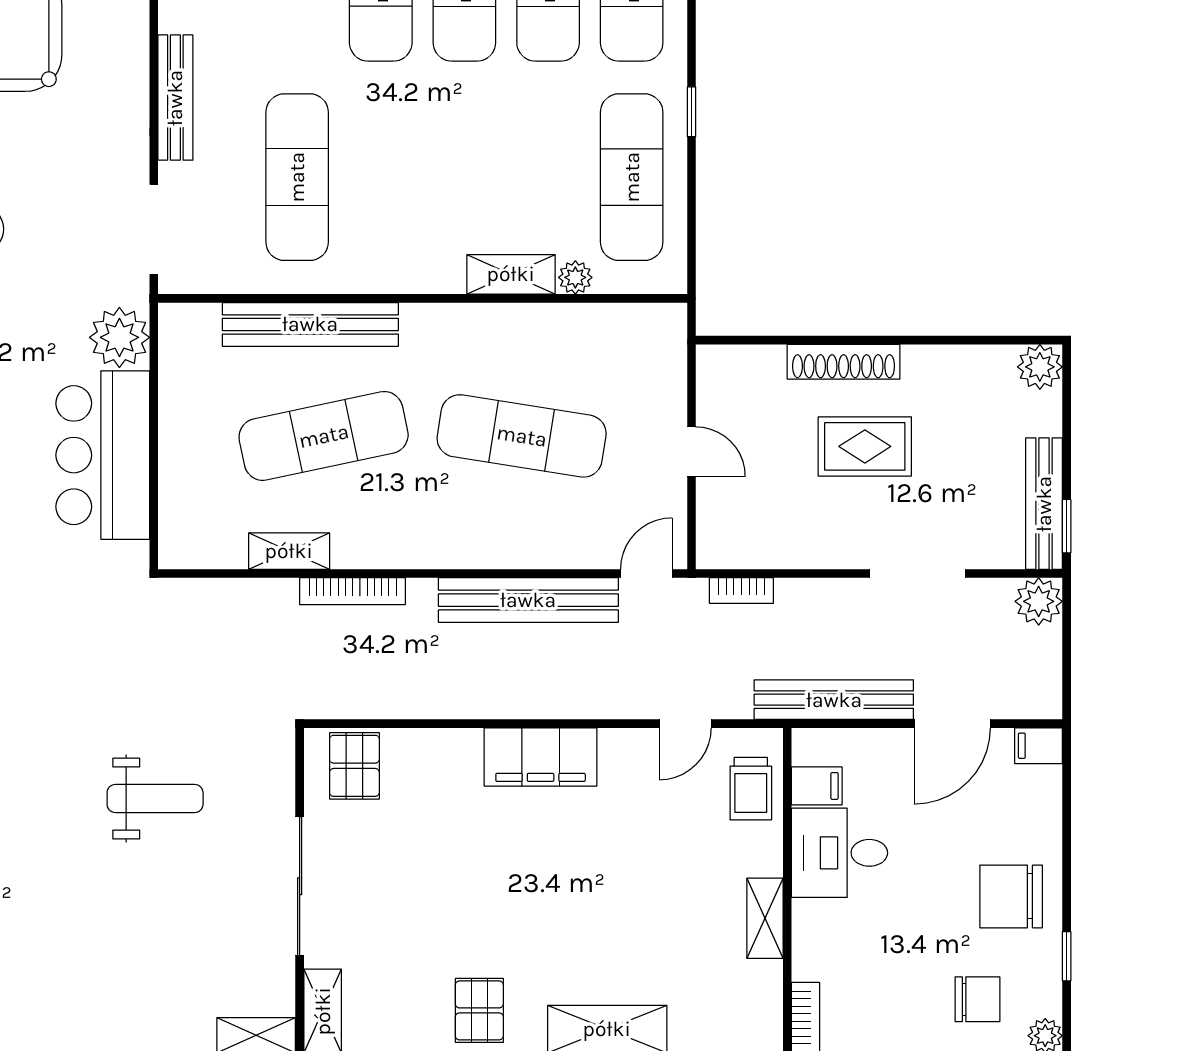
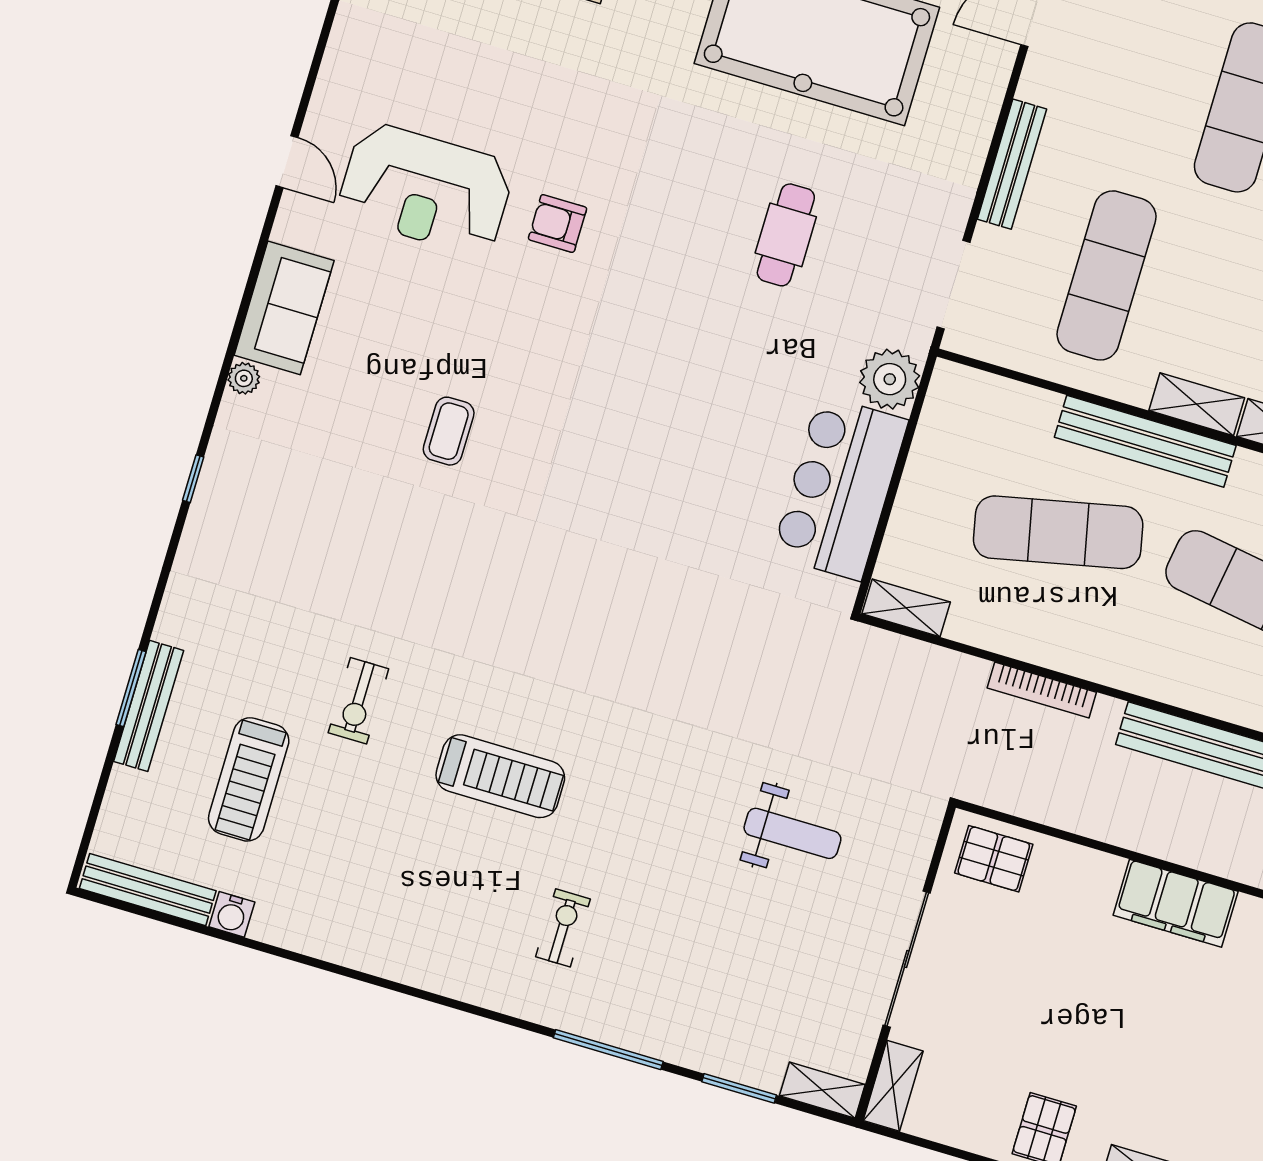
shelving: (420, 275) -> (1197, 404), added
bench: (310, 324) -> (1145, 441), moved
shelving: (289, 551) -> (906, 608), moved
pallet: (354, 766) -> (994, 859), turned 90

